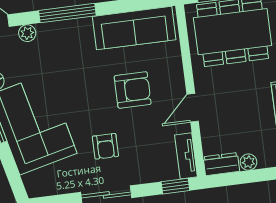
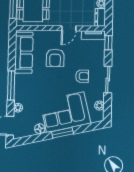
armchair: (133, 90) -> (55, 58), turned 180
door: (193, 108) -> (69, 28), hinge flipped
plant: (56, 186) -> (99, 106), added

